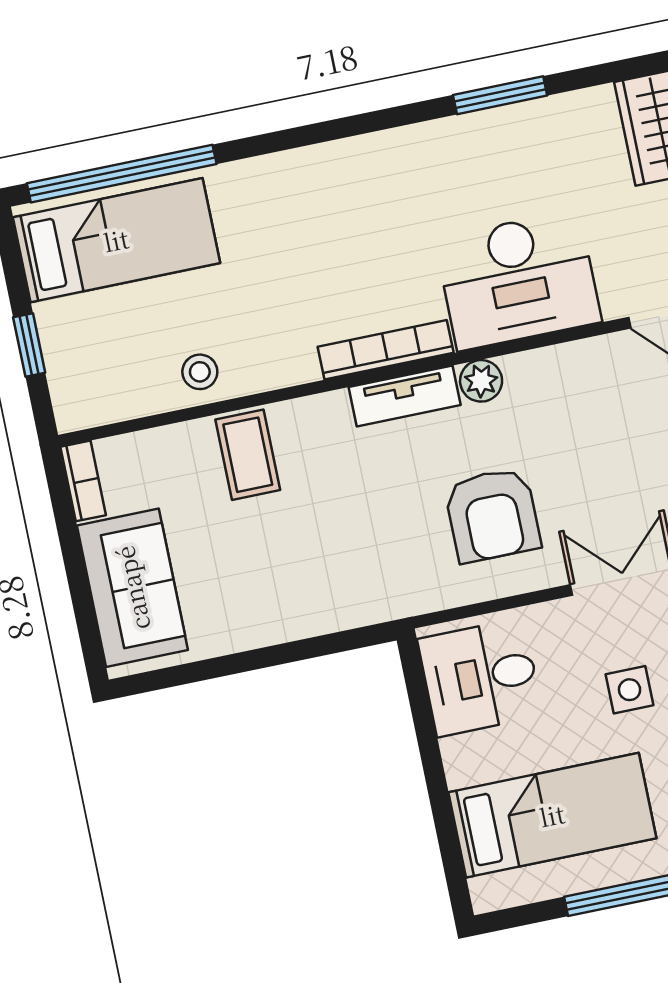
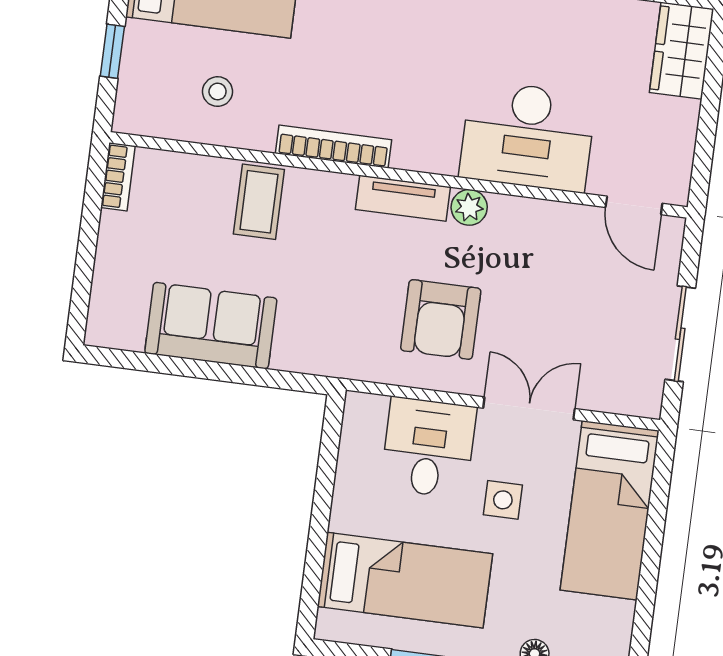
bookcase: (386, 350) -> (333, 147), moved
stool: (200, 372) -> (218, 92), moved
sofa: (132, 588) -> (211, 326), moved, turned -90
desk: (480, 677) -> (428, 448), moved, turned 90

